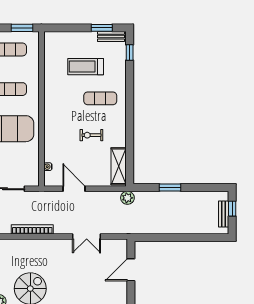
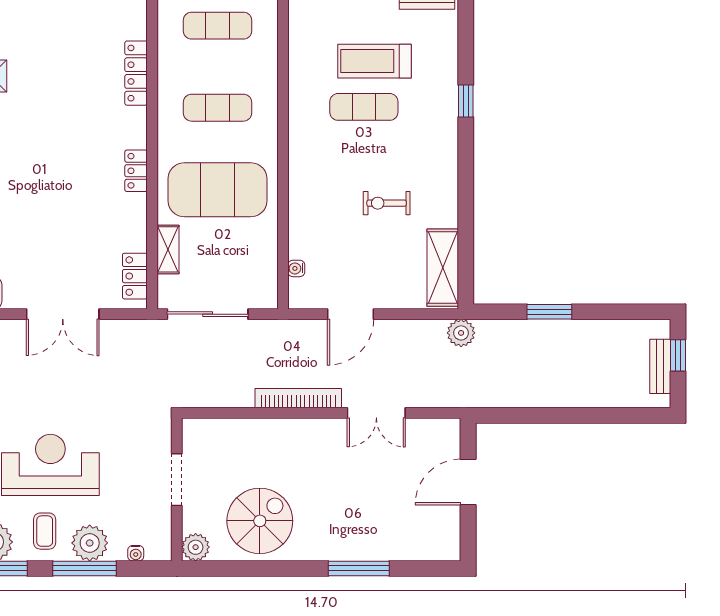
window: (130, 52) -> (466, 101), moved
exercise mat: (100, 98) -> (364, 107), moved
door: (74, 189) -> (350, 314), swing flipped
bookcase: (32, 229) -> (298, 398), moved

